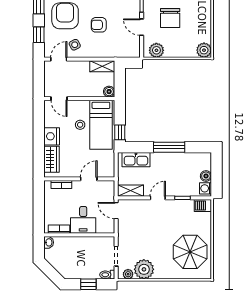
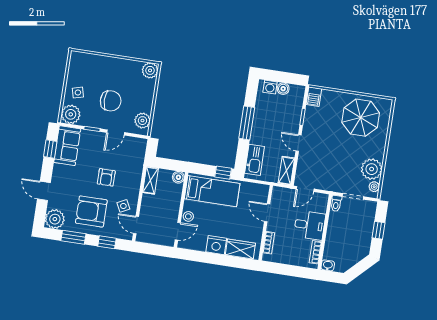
stool: (80, 125) -> (188, 216), moved
washing machine: (206, 188) -> (270, 87), moved
toilet: (107, 275) -> (336, 203), moved

